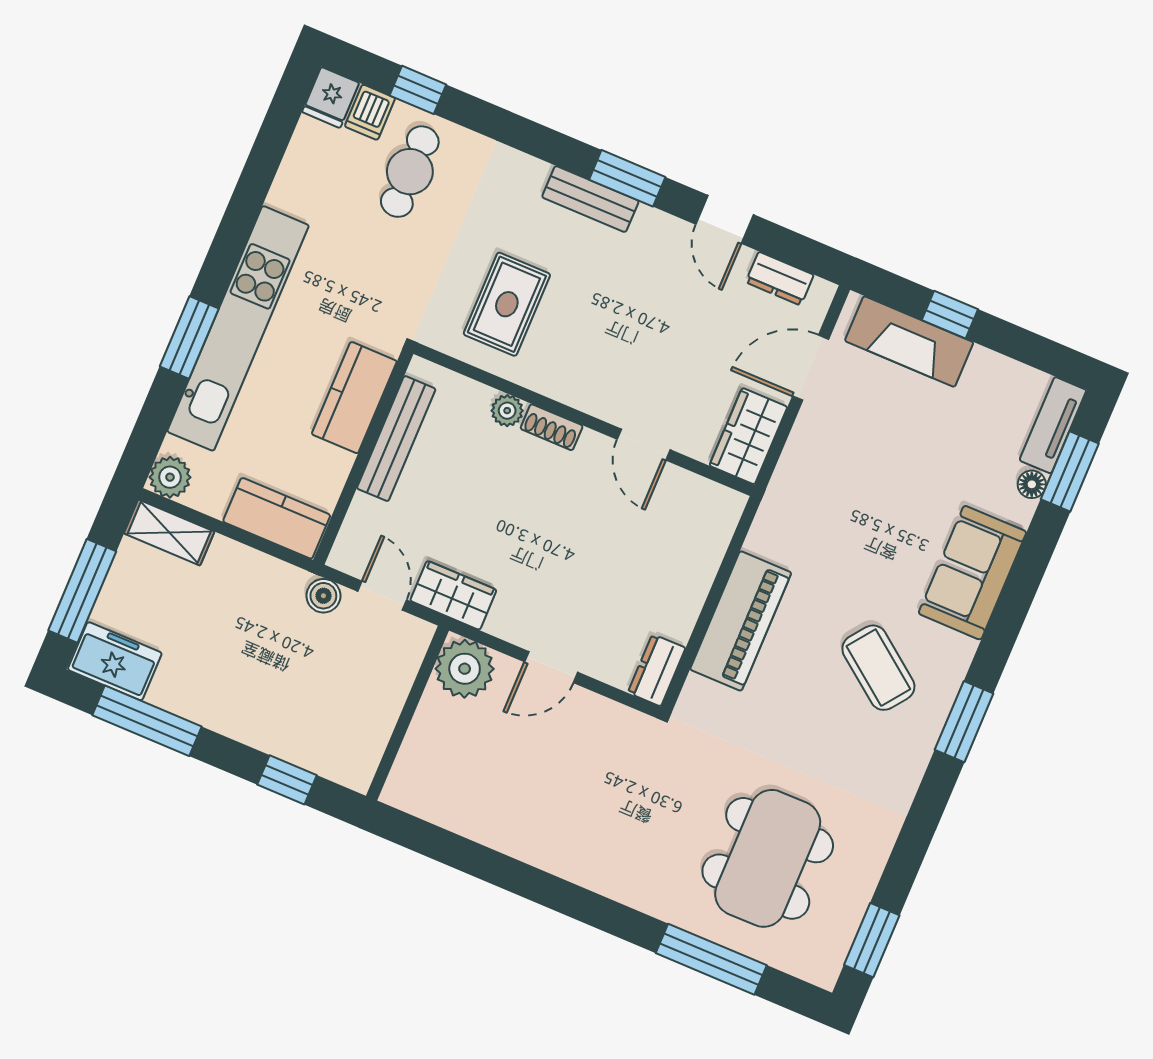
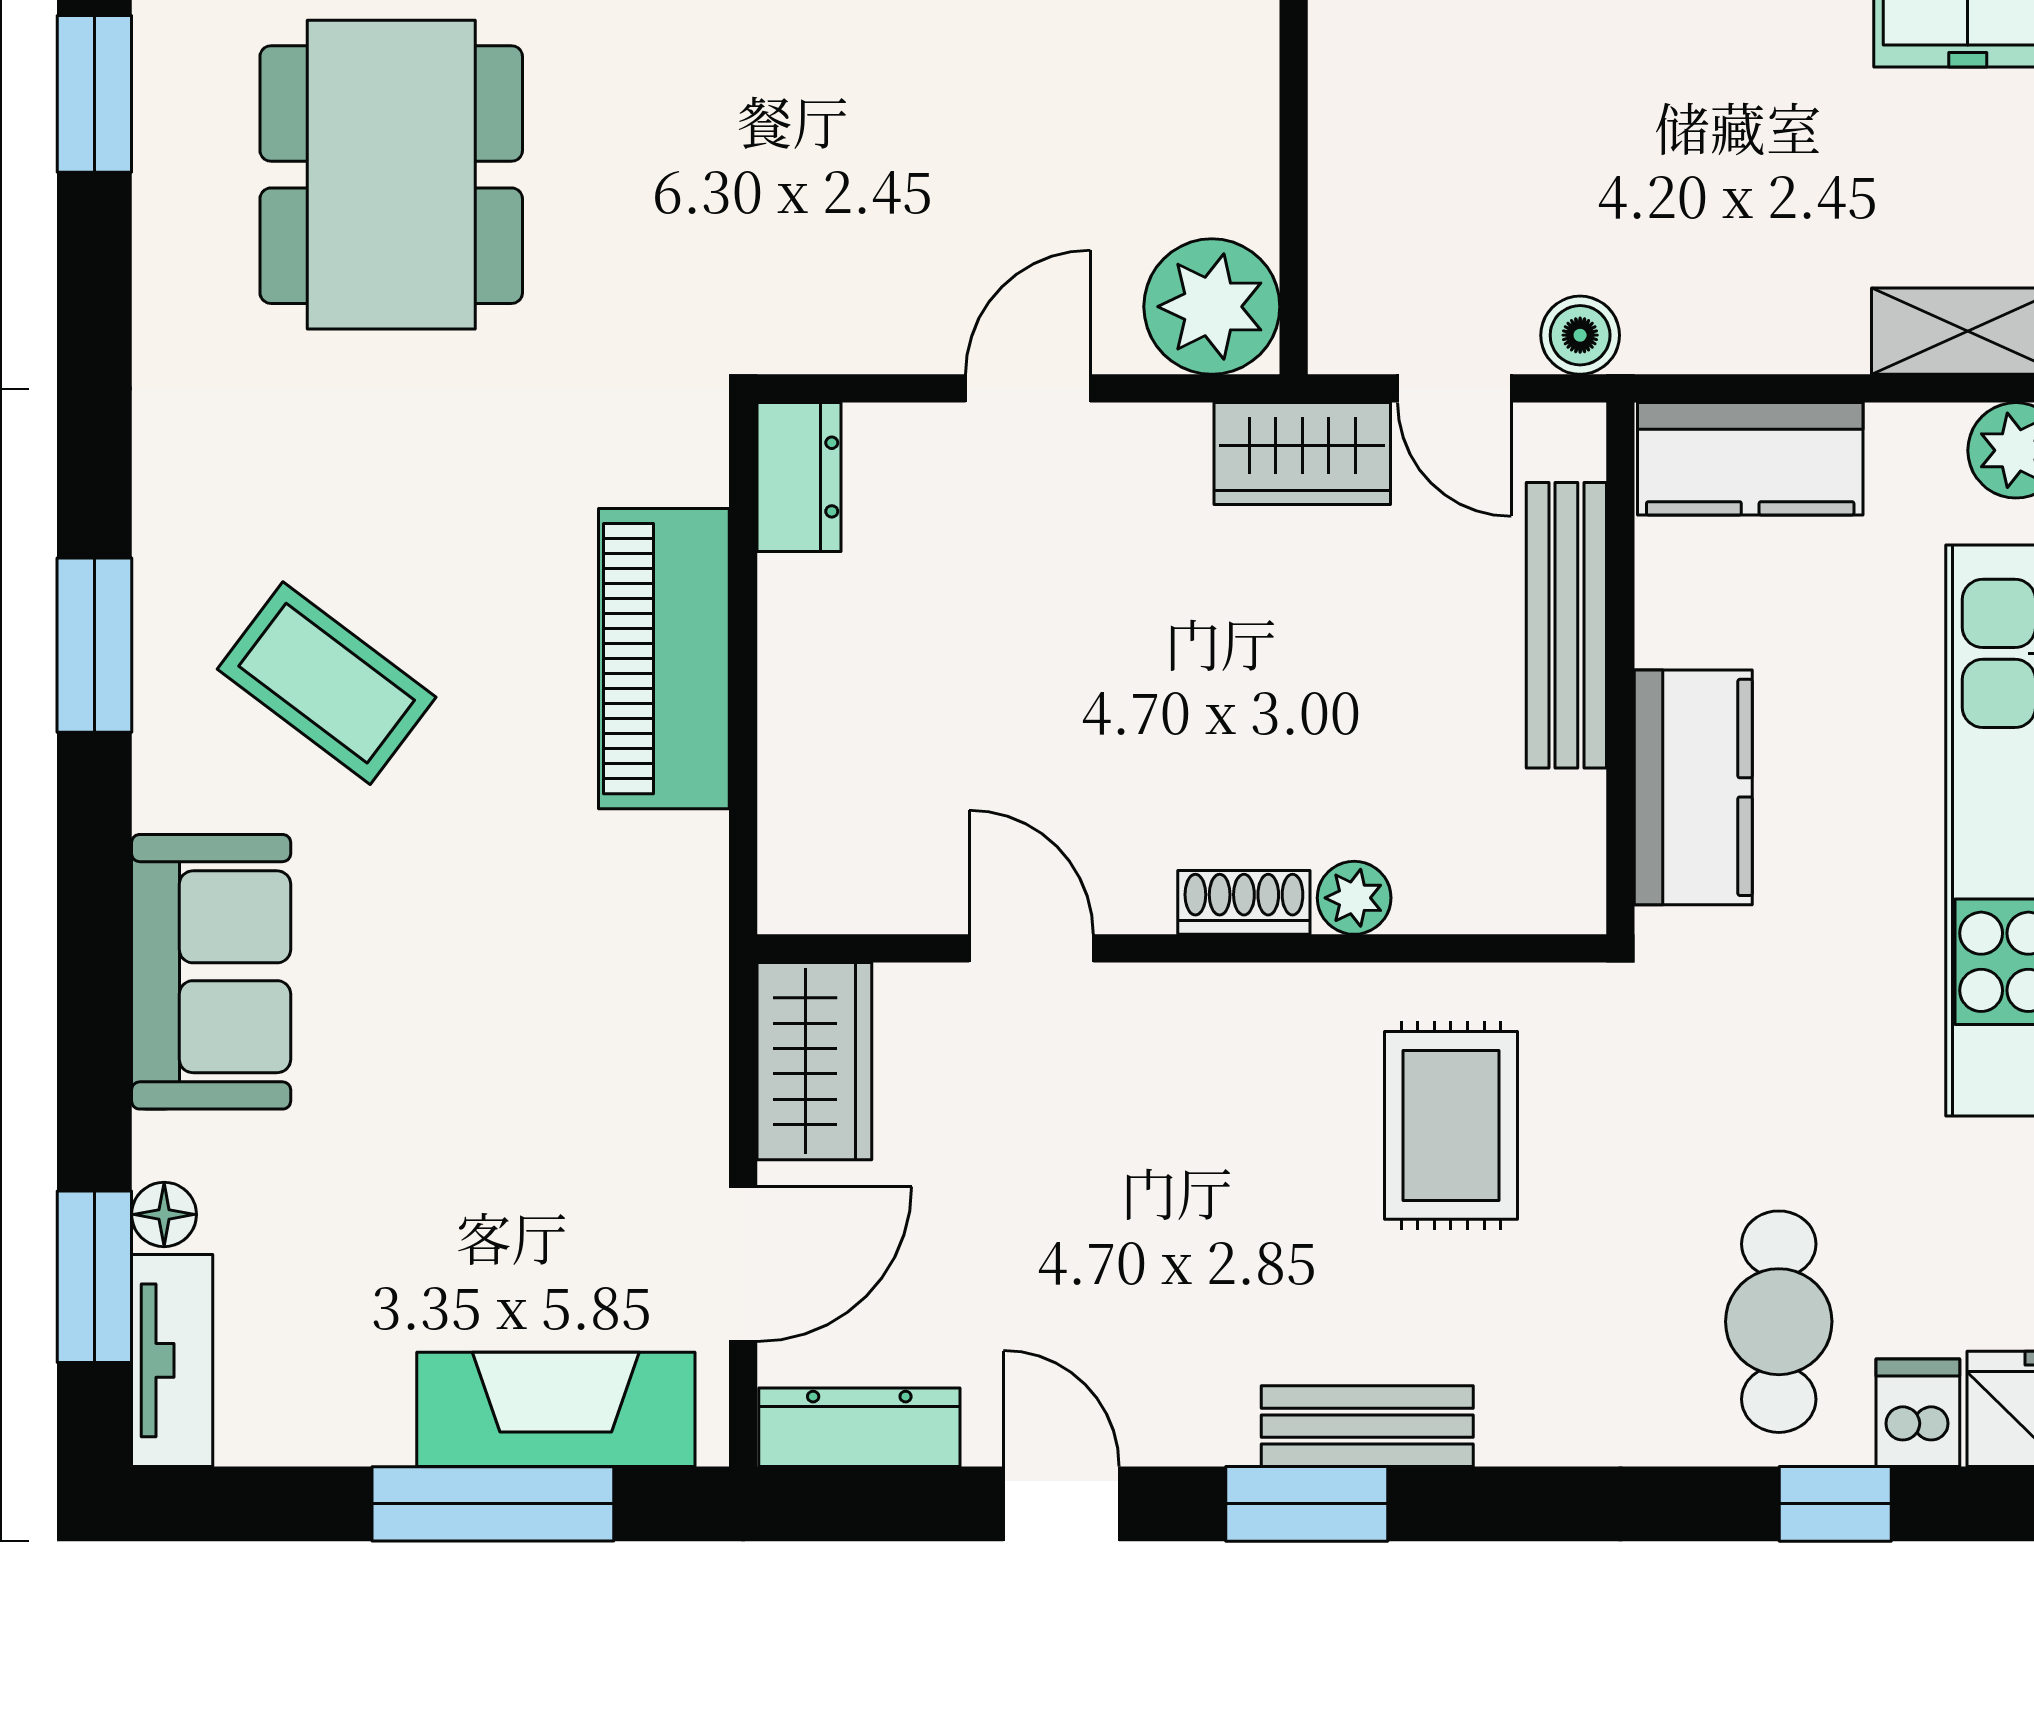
dresser: (780, 279) -> (859, 1427), width x1.44
window: (950, 315) -> (493, 1504), width x2.17
bench: (396, 439) -> (1566, 625), moved

